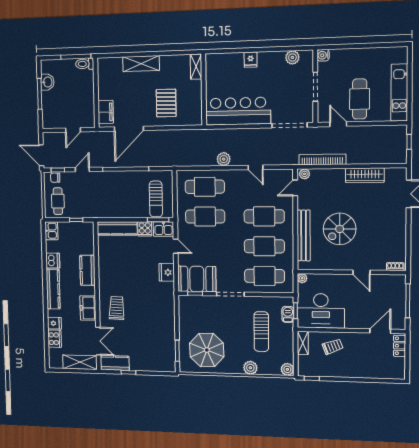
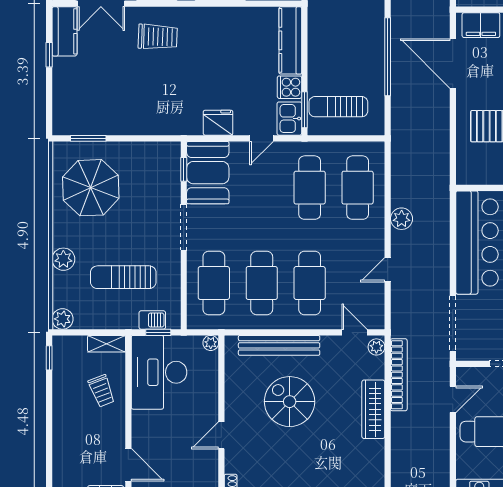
wardrobe: (365, 175) -> (373, 409), moved

